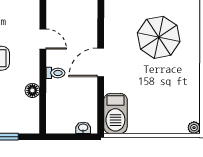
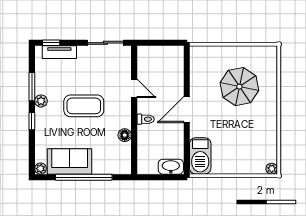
washbasin: (83, 128) -> (171, 167), width x1.91, depth x1.45

